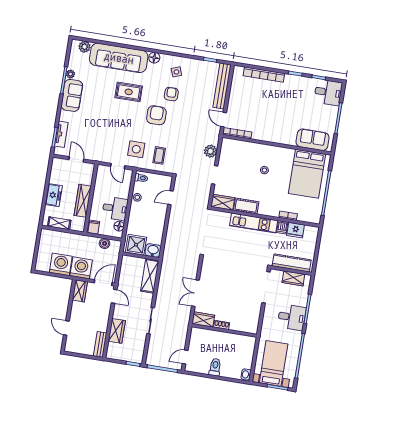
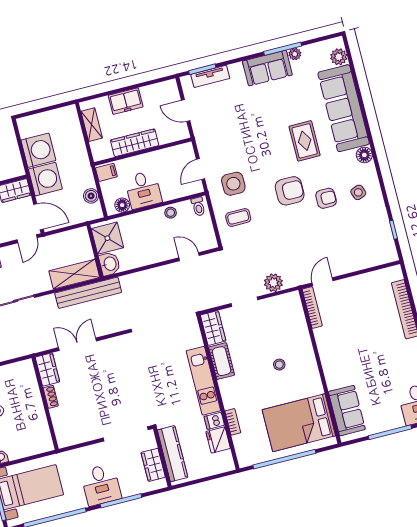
bench: (222, 86) -> (88, 293), moved
door: (76, 159) -> (186, 111), swing flipped

